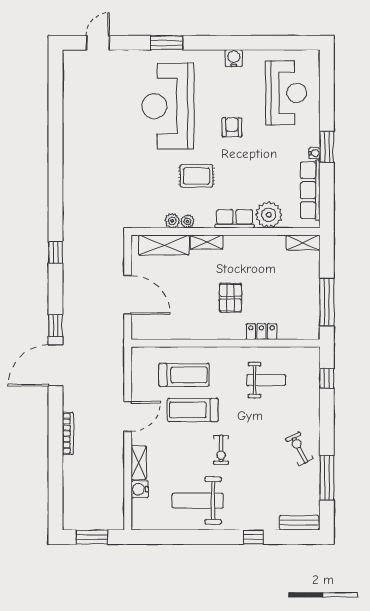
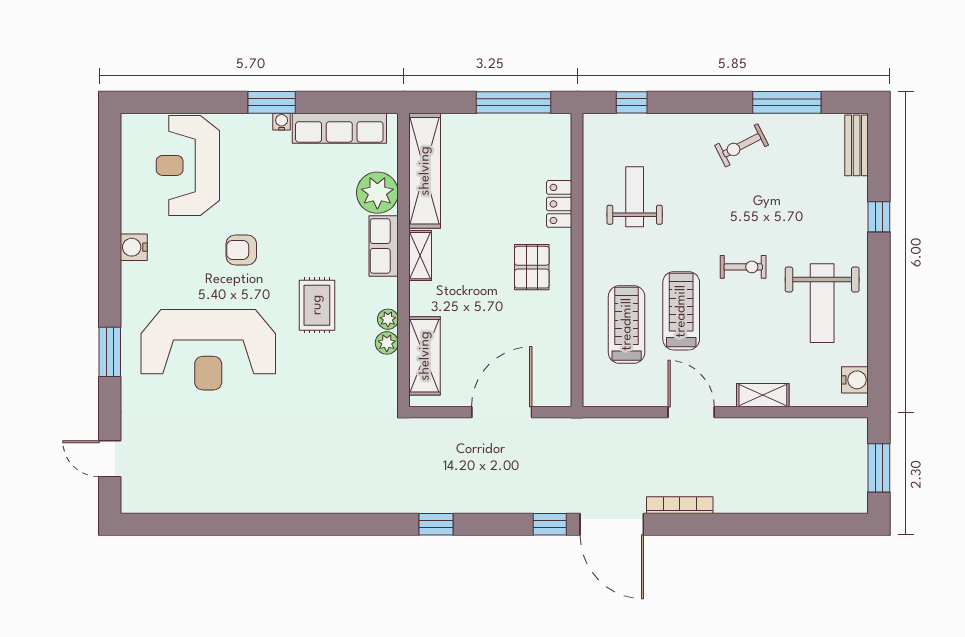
reception desk: (286, 93) -> (188, 165), turned -90
shelving: (207, 242) -> (420, 256), moved
shelving: (303, 243) -> (425, 171), width x2.20, depth x1.33
pallet: (230, 298) -> (532, 267), moved, turned 90
treadmill: (193, 410) -> (681, 311), turned 180
bookcase: (68, 433) -> (680, 505), moved
water cooler: (140, 489) -> (855, 380), moved, turned -90

